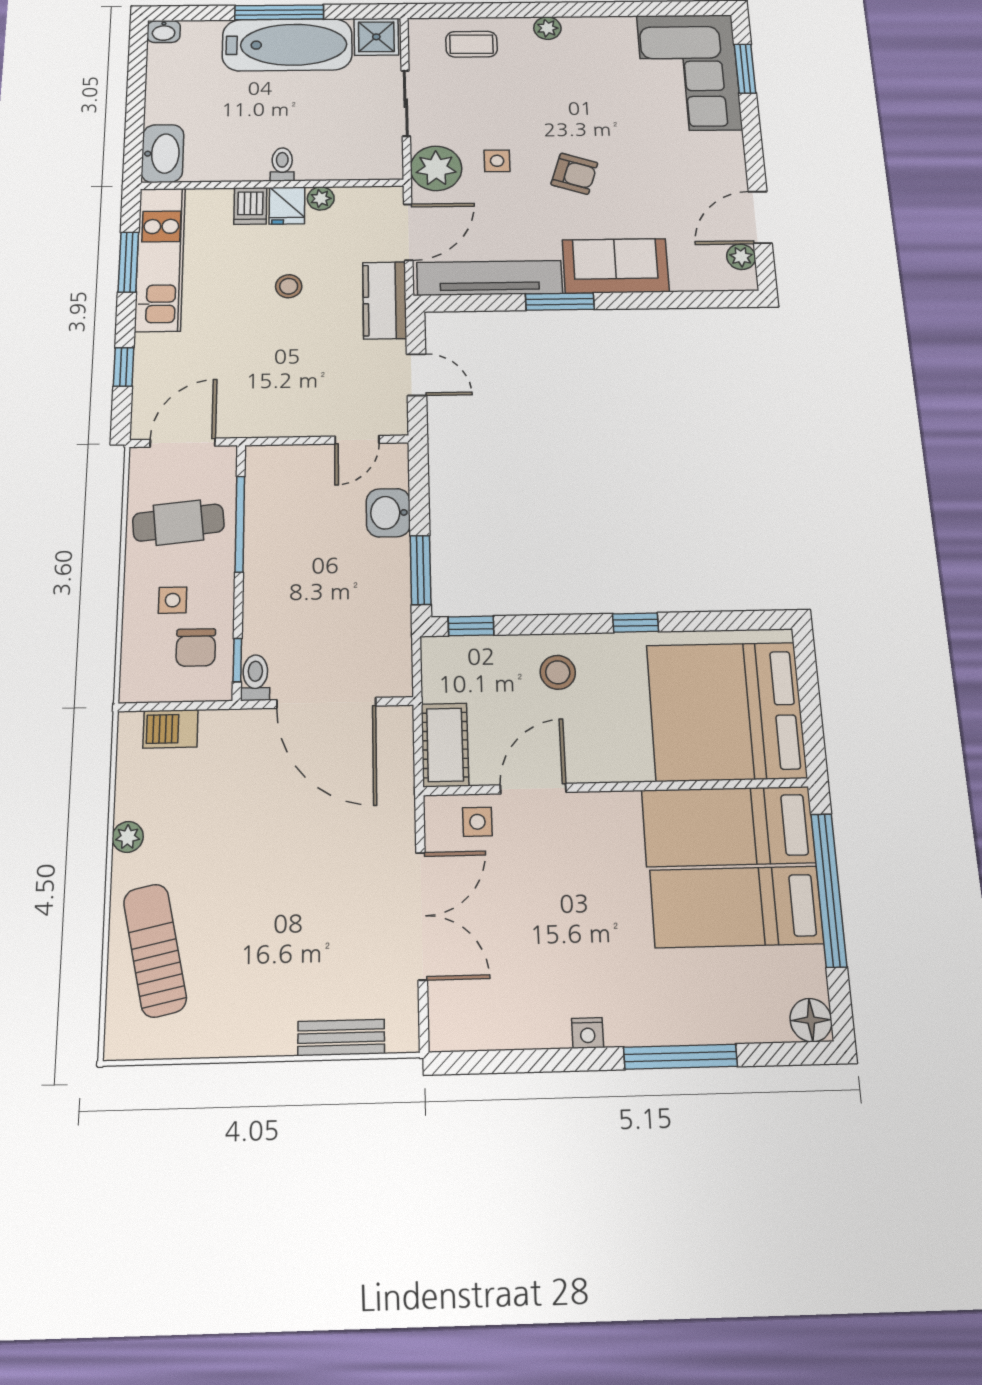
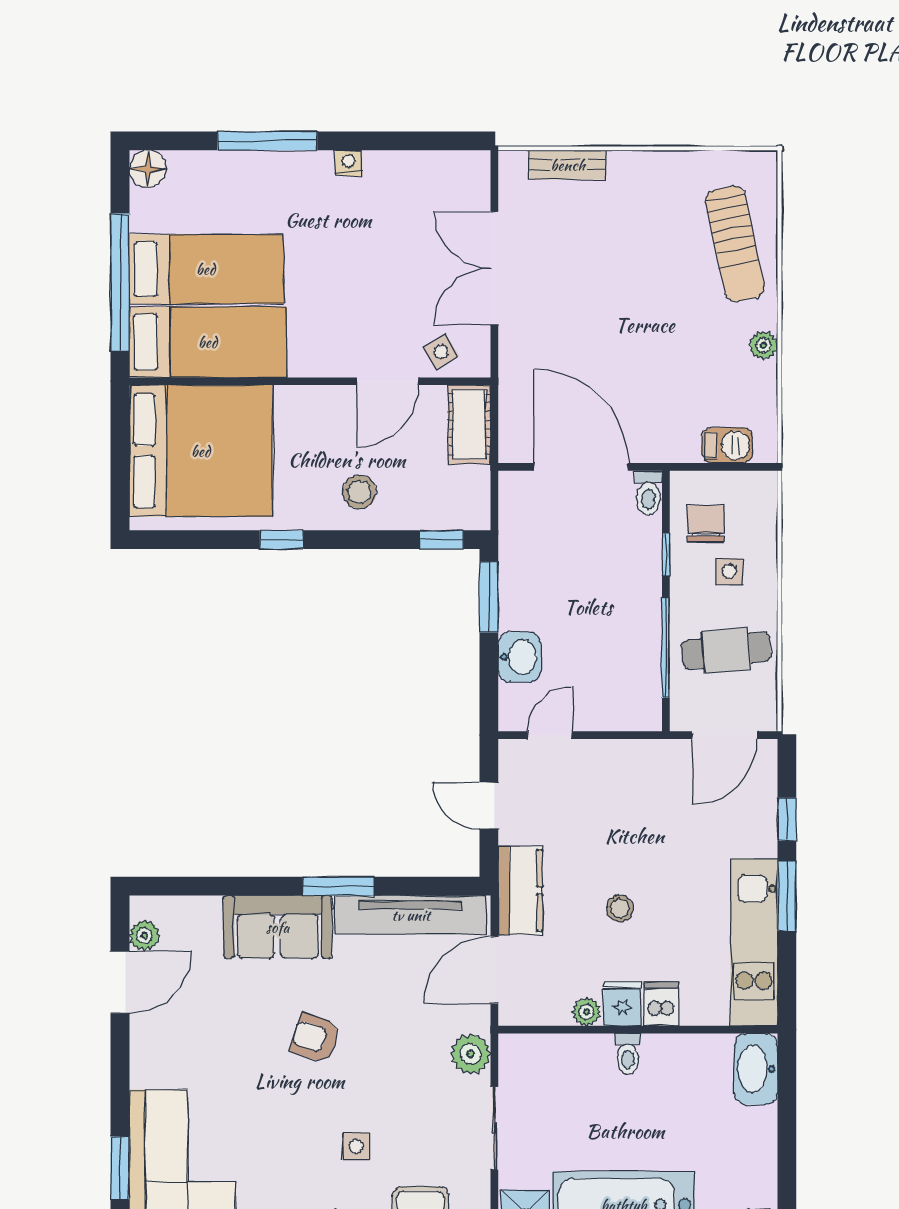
side table: (497, 161) -> (356, 1146), moved
plant: (436, 168) -> (471, 1054), width x0.73, depth x0.73
window: (128, 262) -> (787, 896), moved
window: (237, 660) -> (666, 554), moved
side table: (477, 822) -> (441, 352), turned -32

